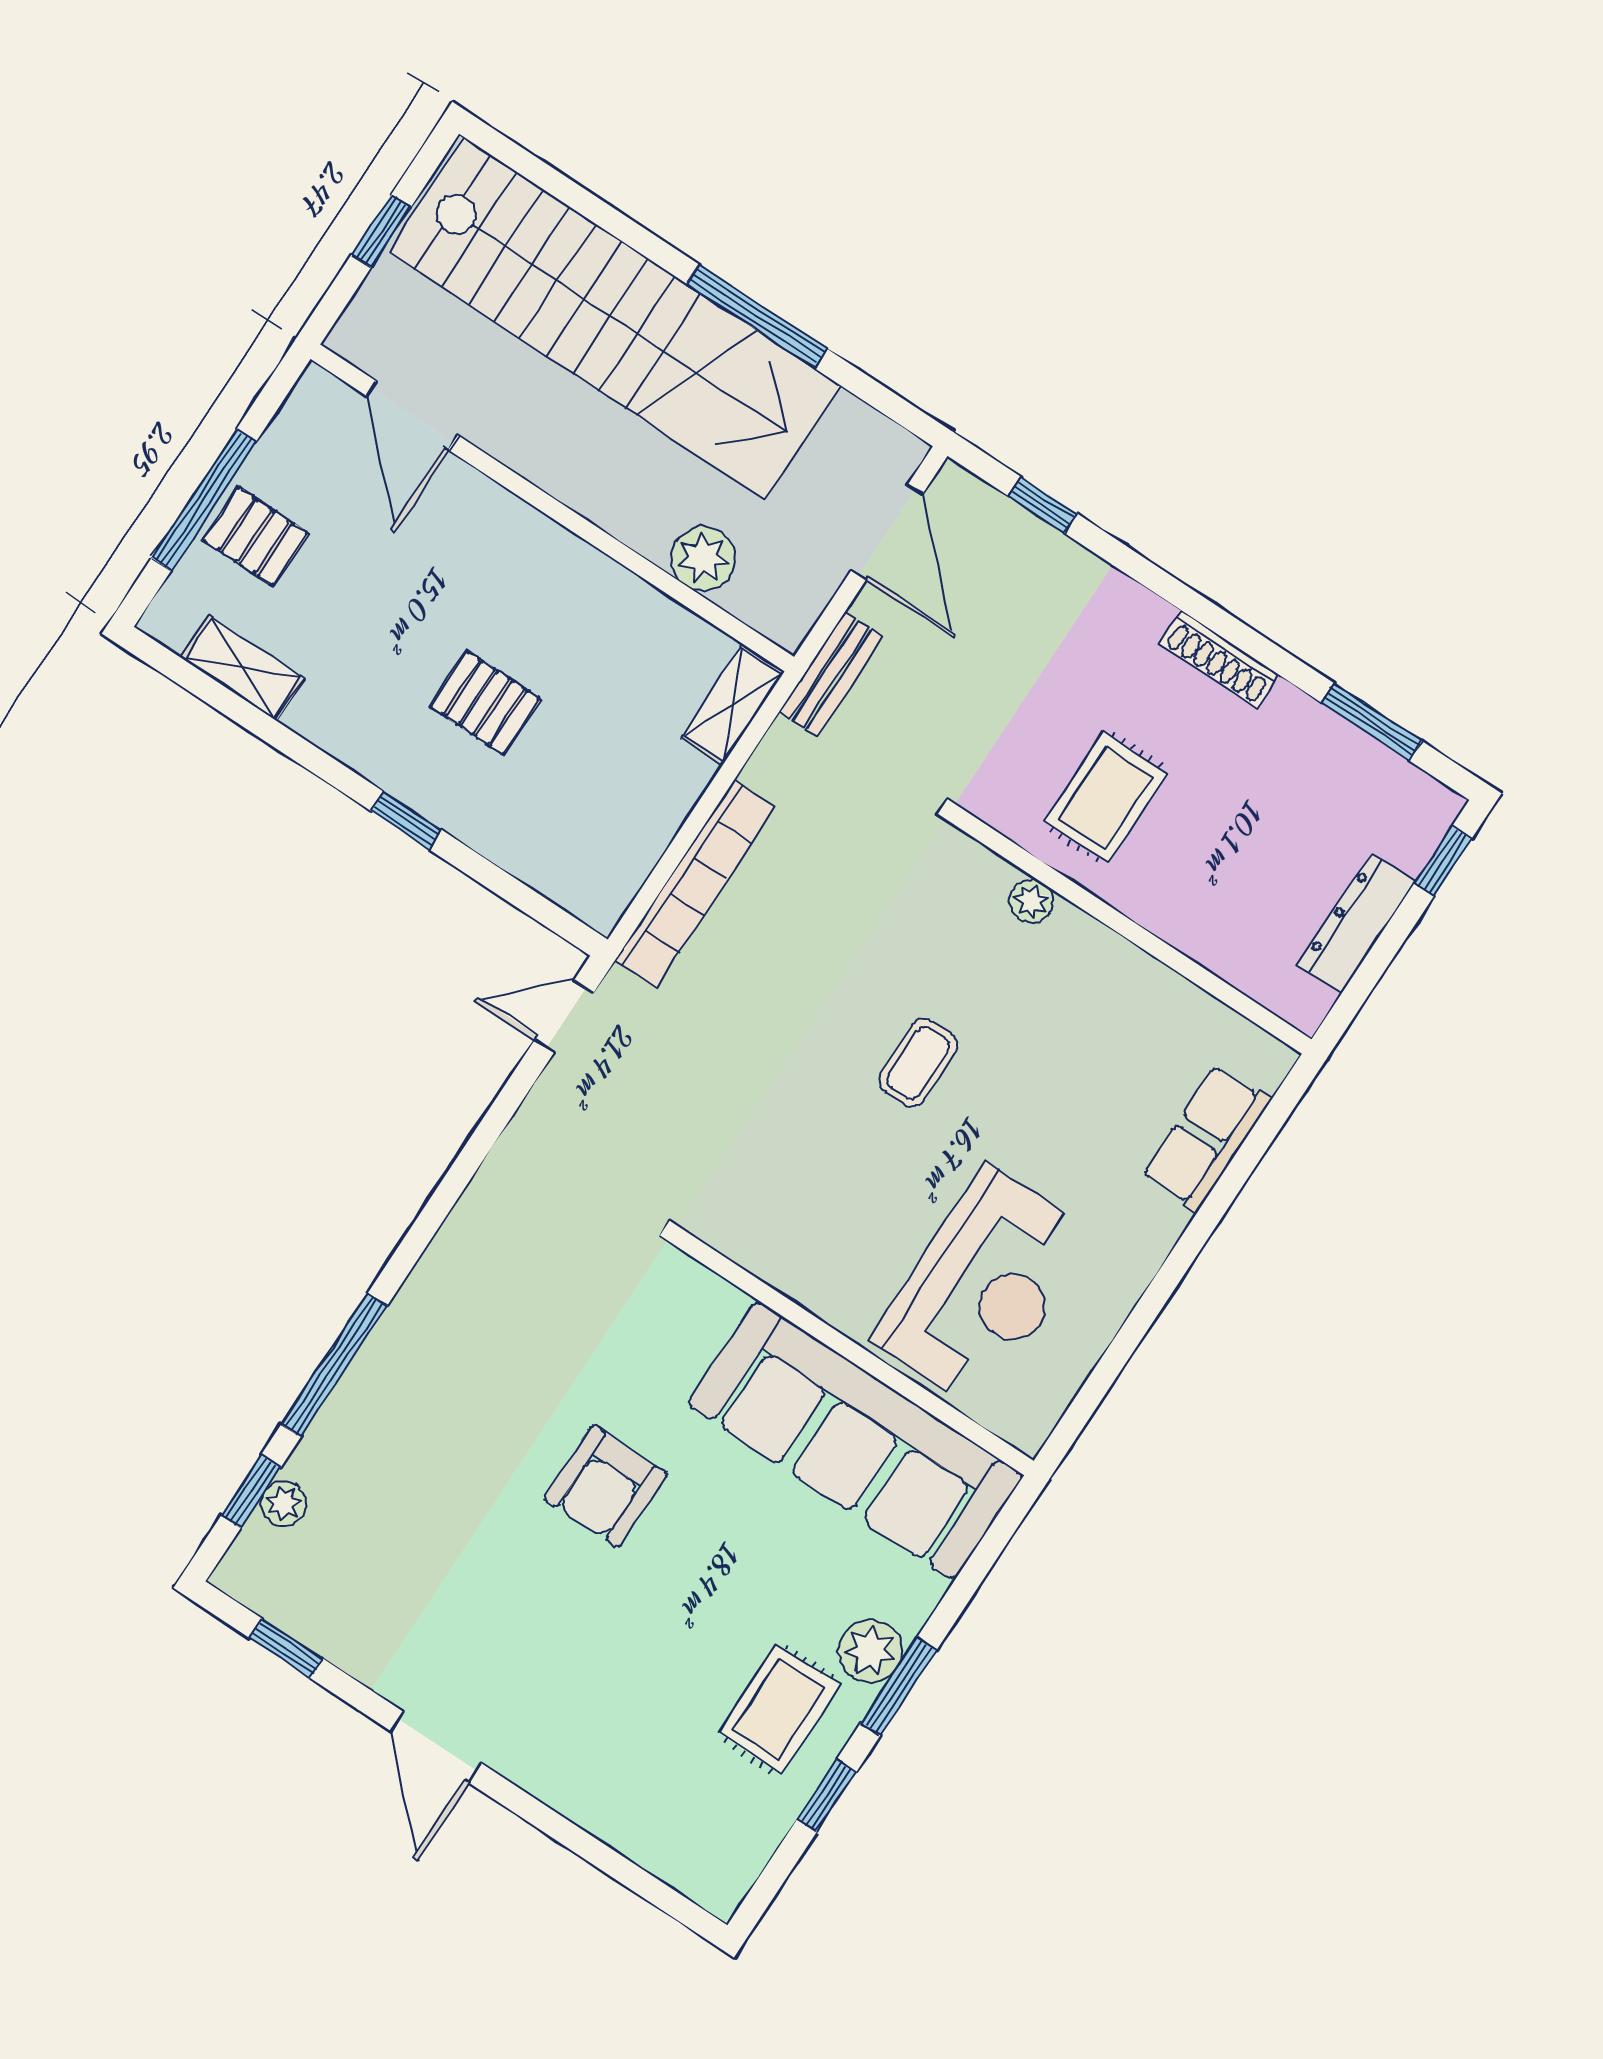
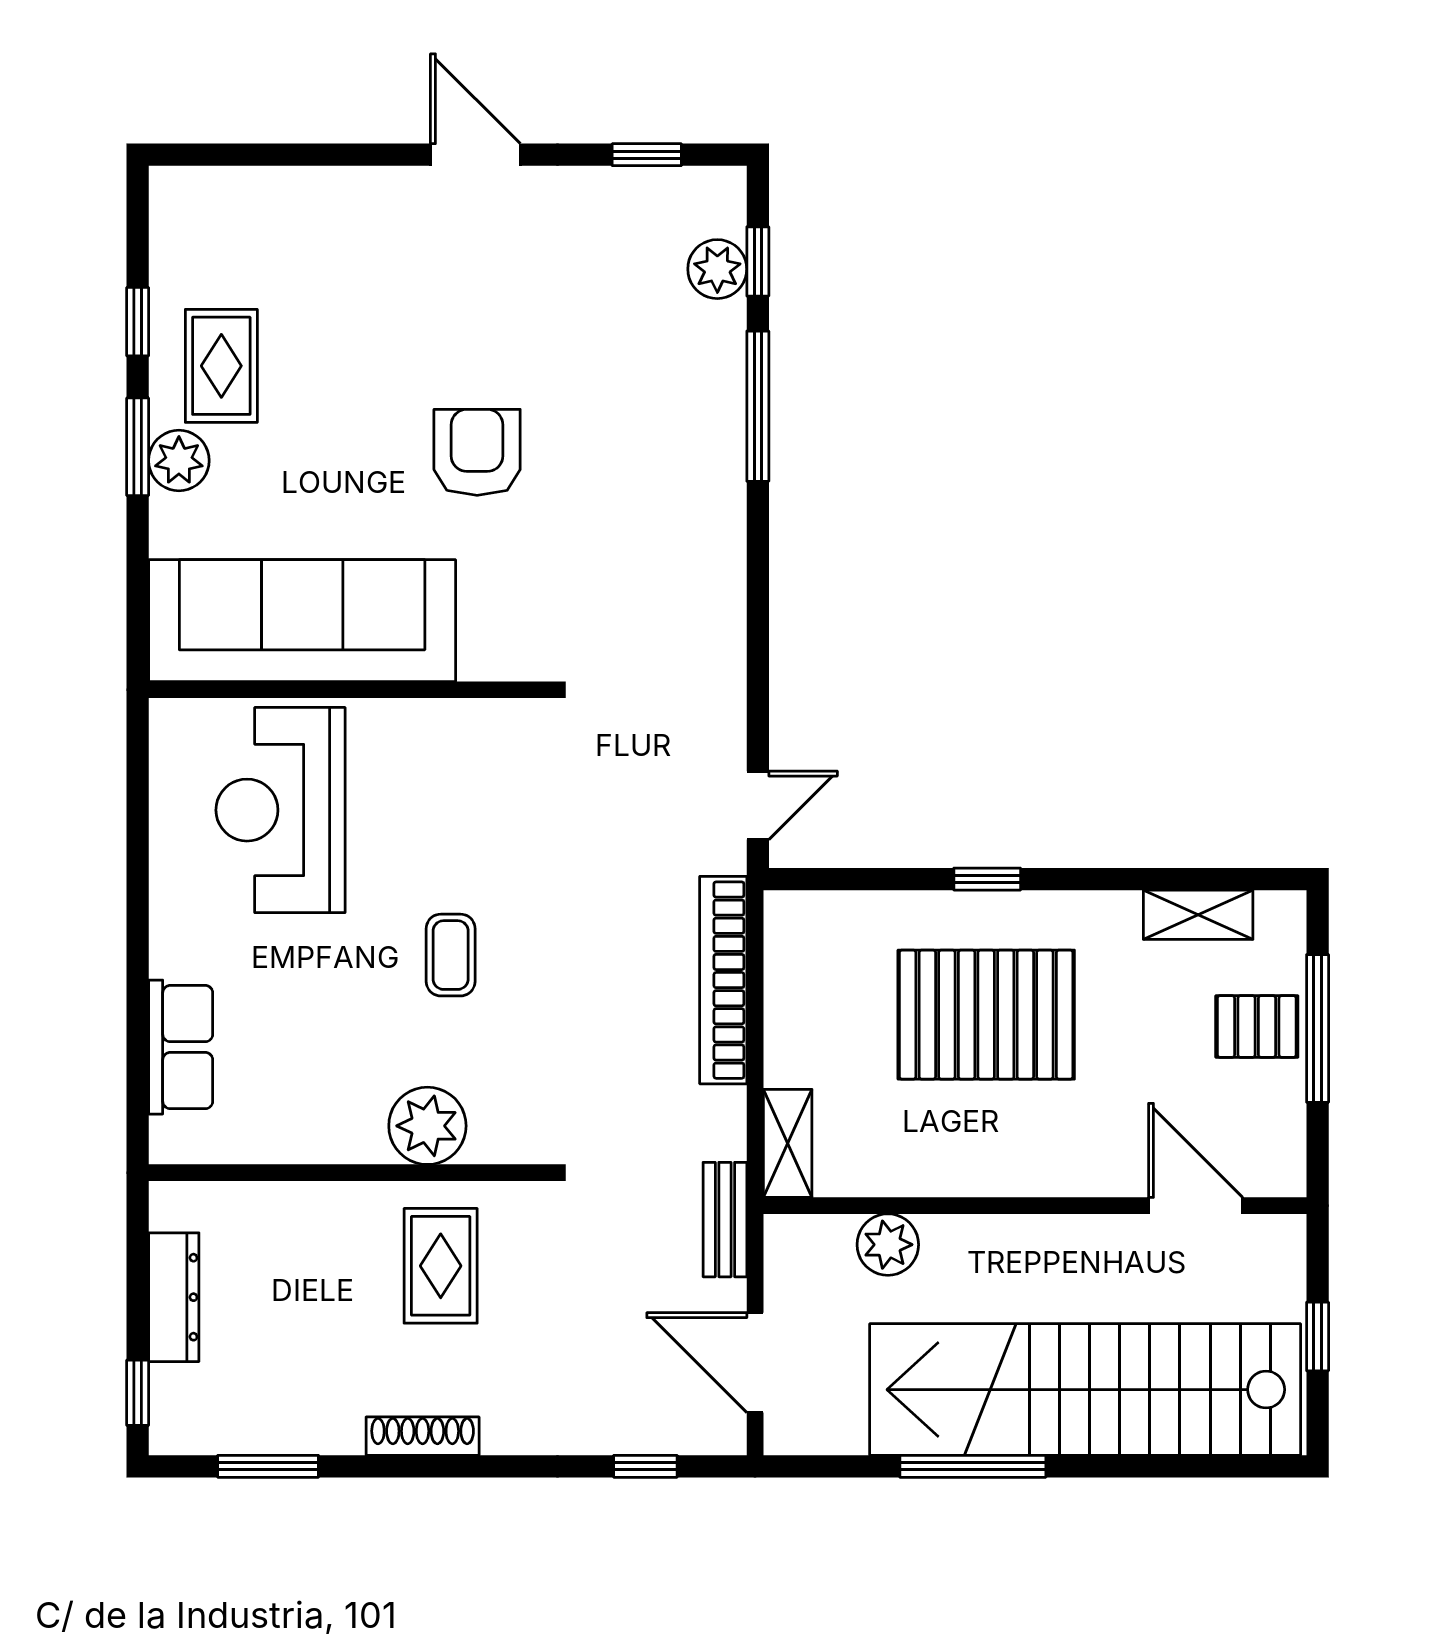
pallet: (485, 703) -> (986, 1015), width x2.05, depth x2.00
plant: (1031, 901) -> (427, 1126), width x1.88, depth x1.88
plant: (284, 1503) -> (717, 269), width x1.38, depth x1.38

